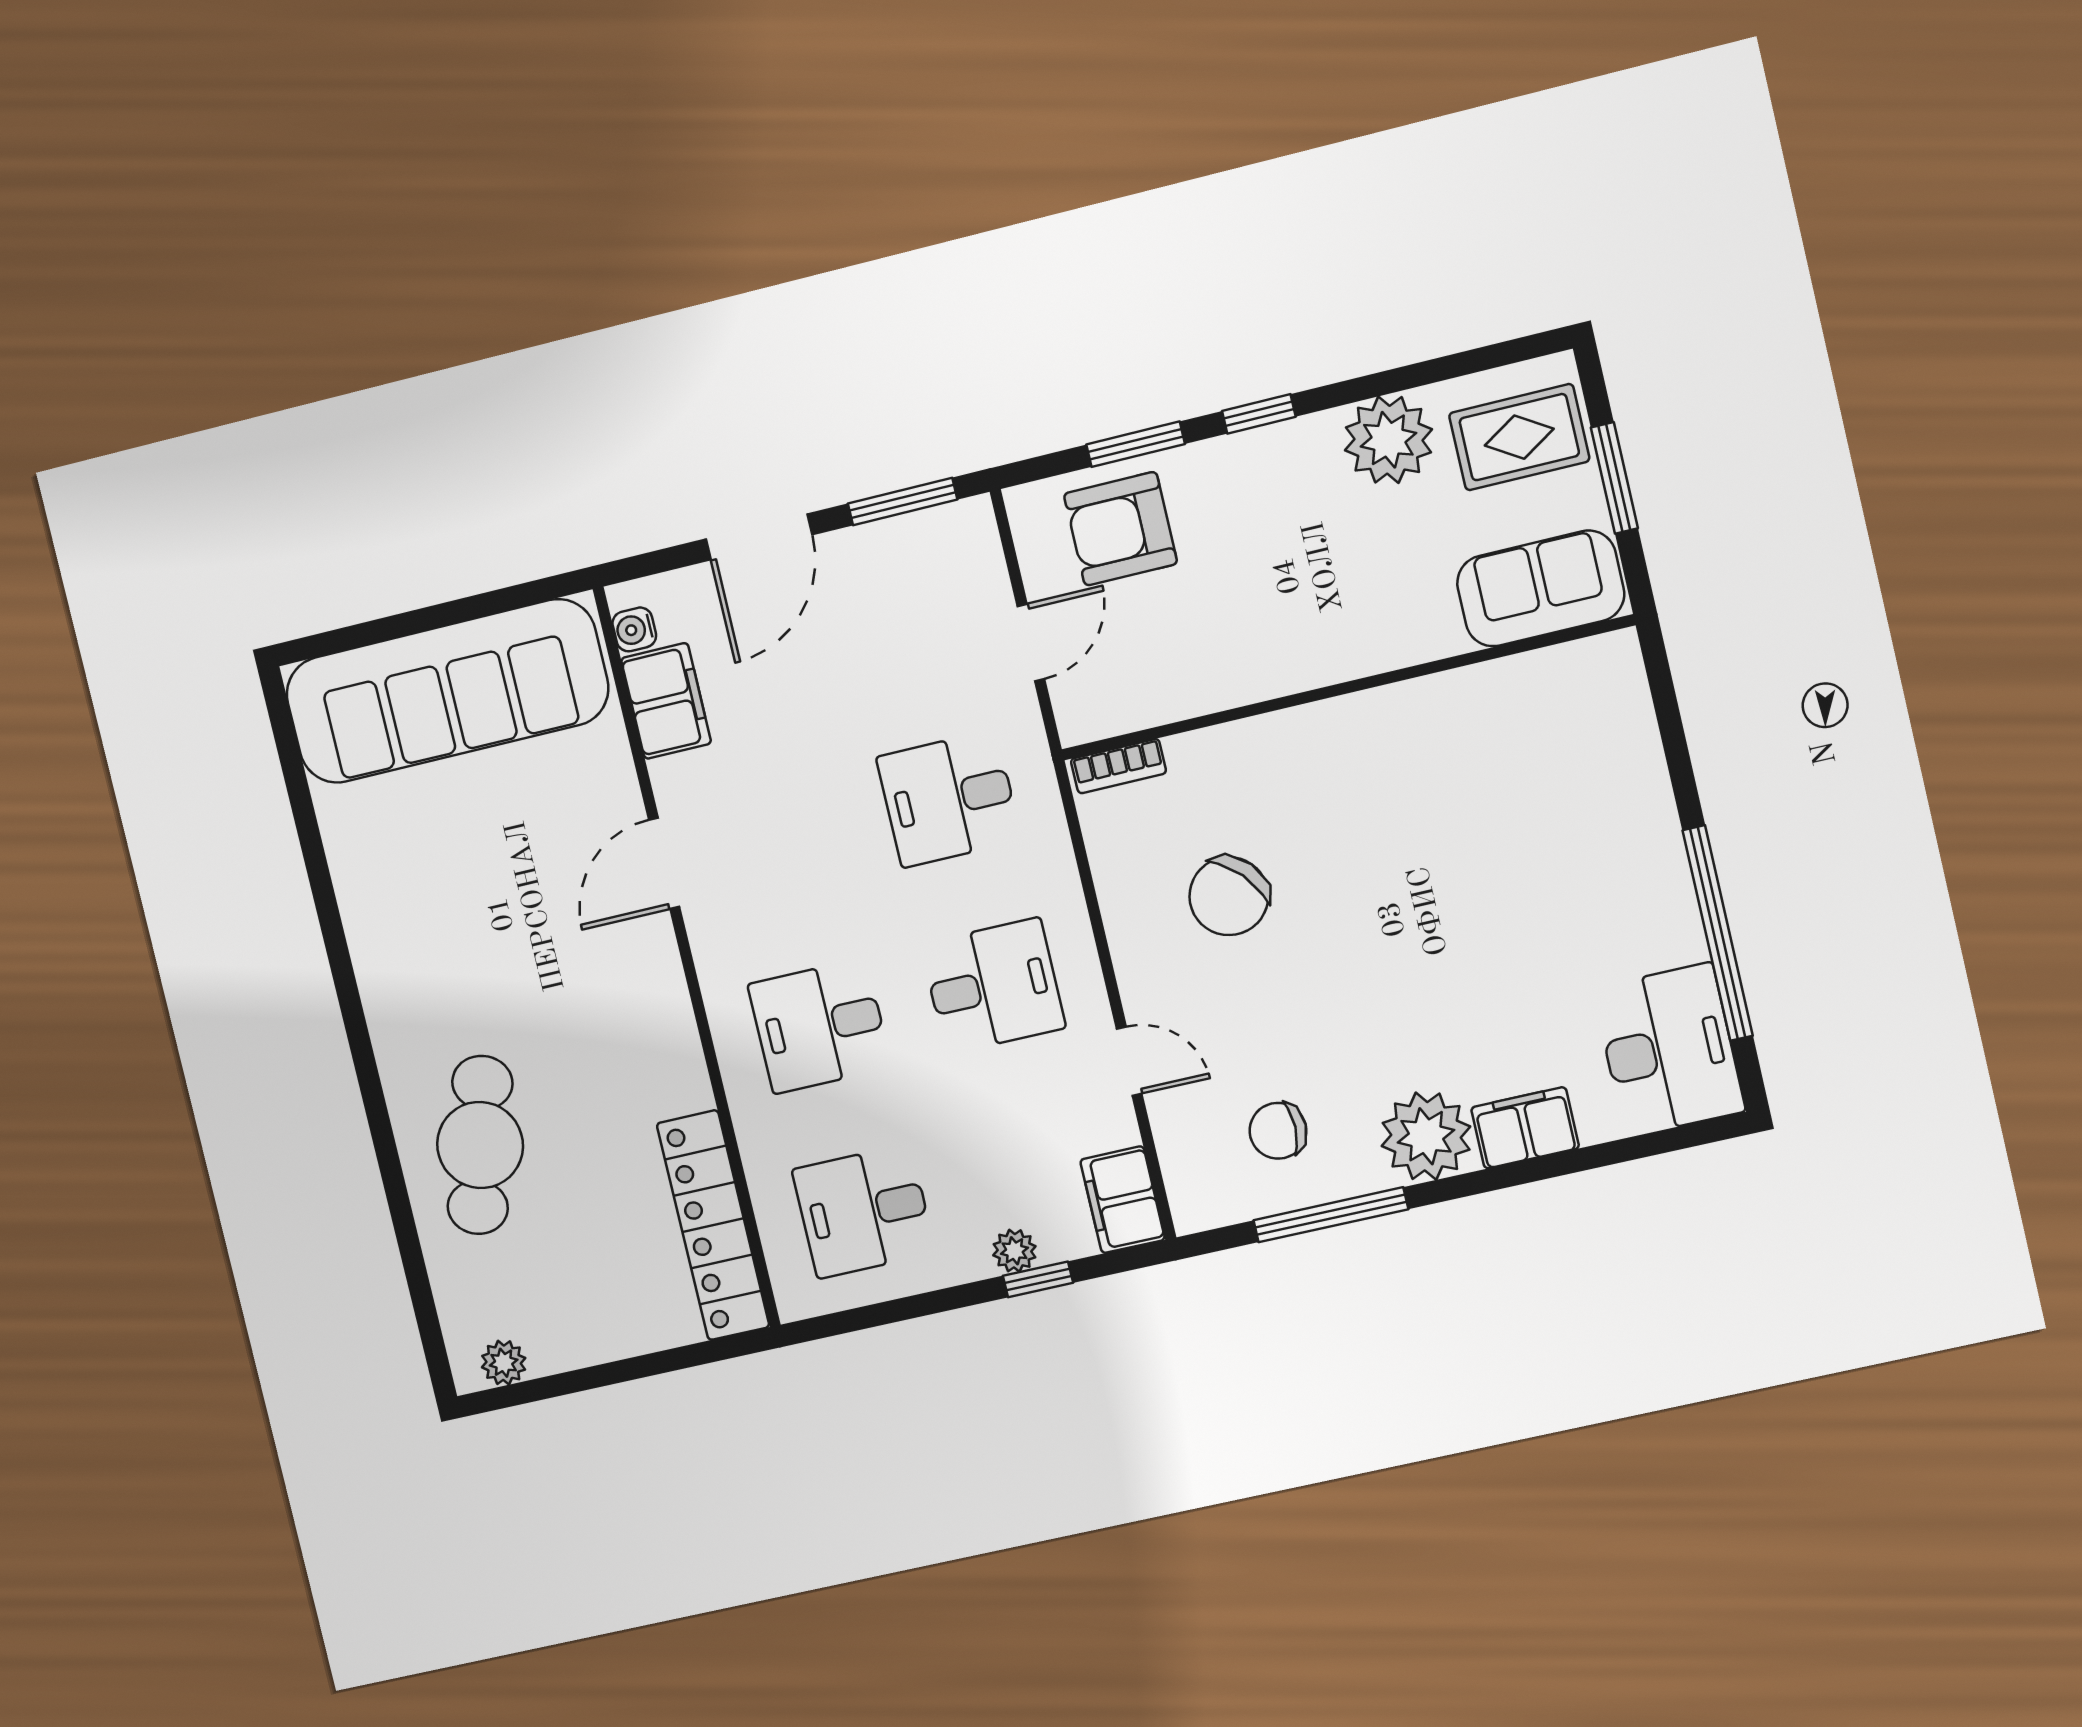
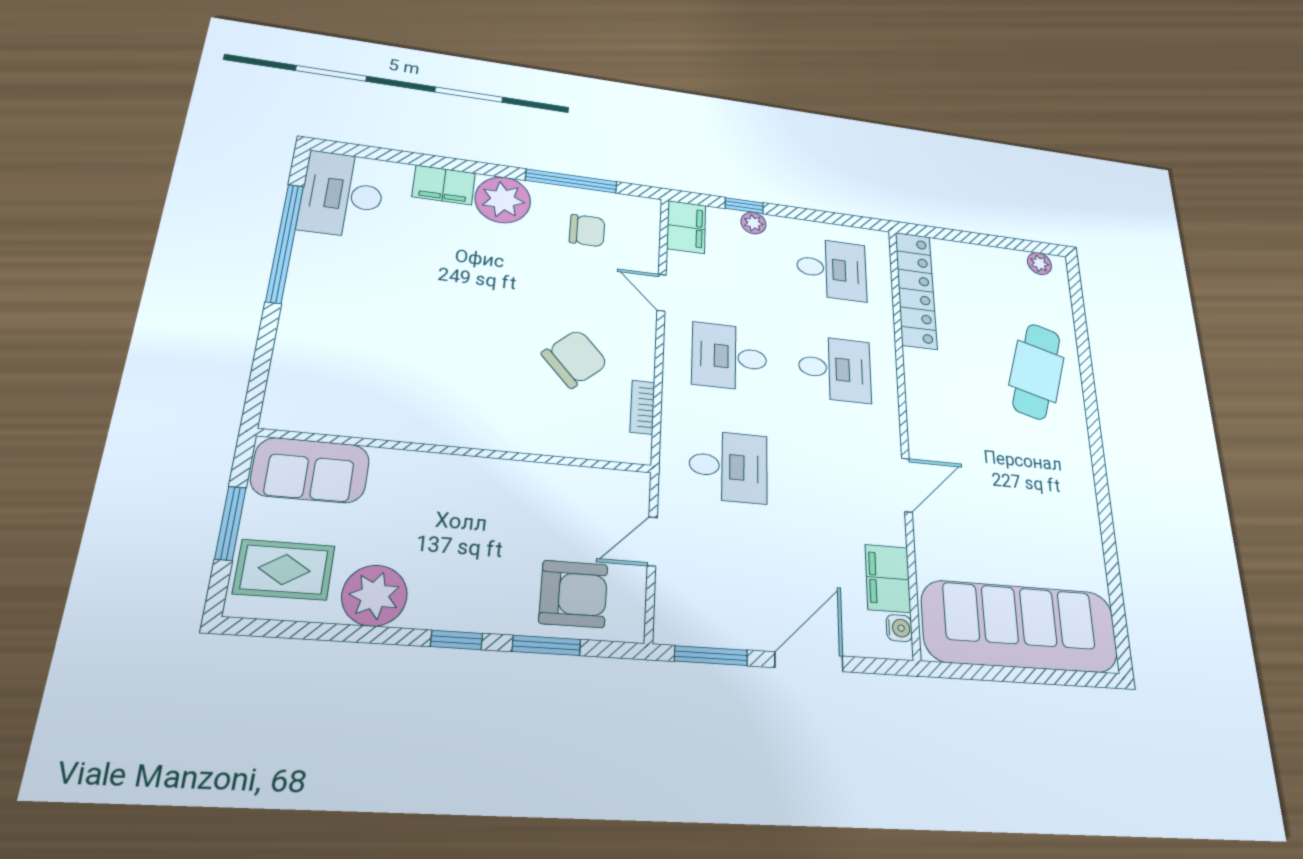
bookcase: (1118, 766) -> (642, 407), moved, turned -90

